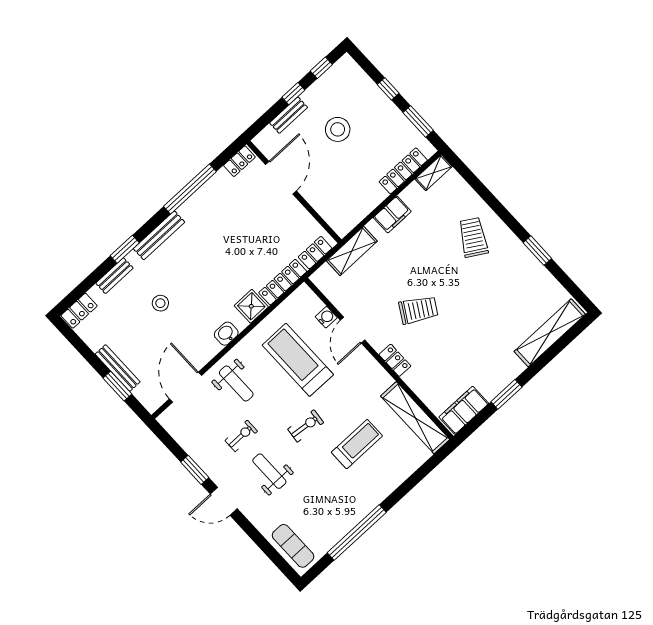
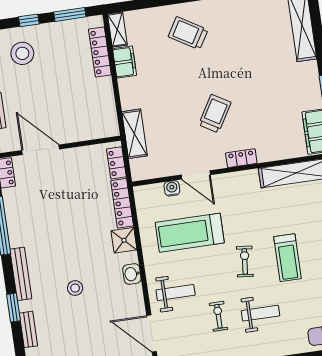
stool: (338, 129) -> (22, 53), moved
filing cabinet: (392, 214) -> (125, 62), moved
stool: (160, 303) -> (75, 288), moved
treadmill: (357, 444) -> (287, 258), moved, turned 180
weight bench: (269, 471) -> (260, 313), turned 180

